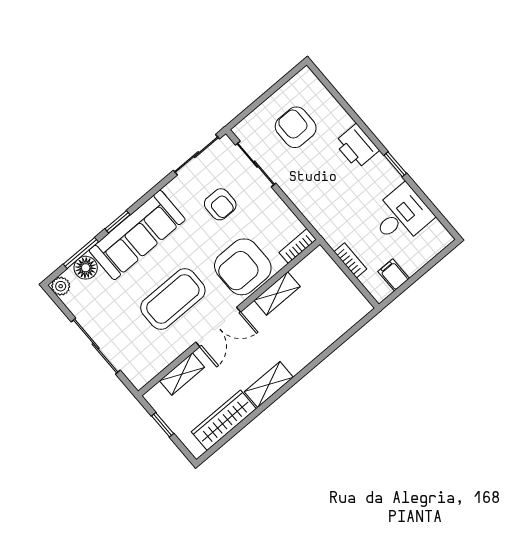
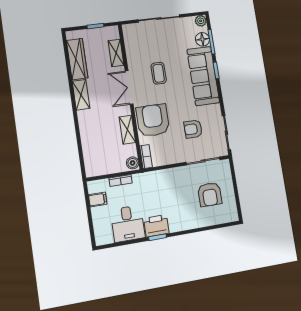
armchair: (296, 127) -> (210, 194), turned 90
printer: (357, 146) -> (156, 226), moved
boiler: (317, 259) -> (133, 163), added
coffee table: (173, 299) -> (159, 73), width x0.54, depth x0.58

